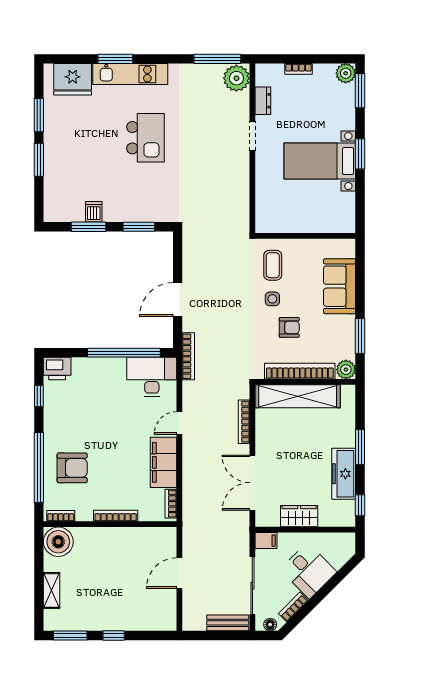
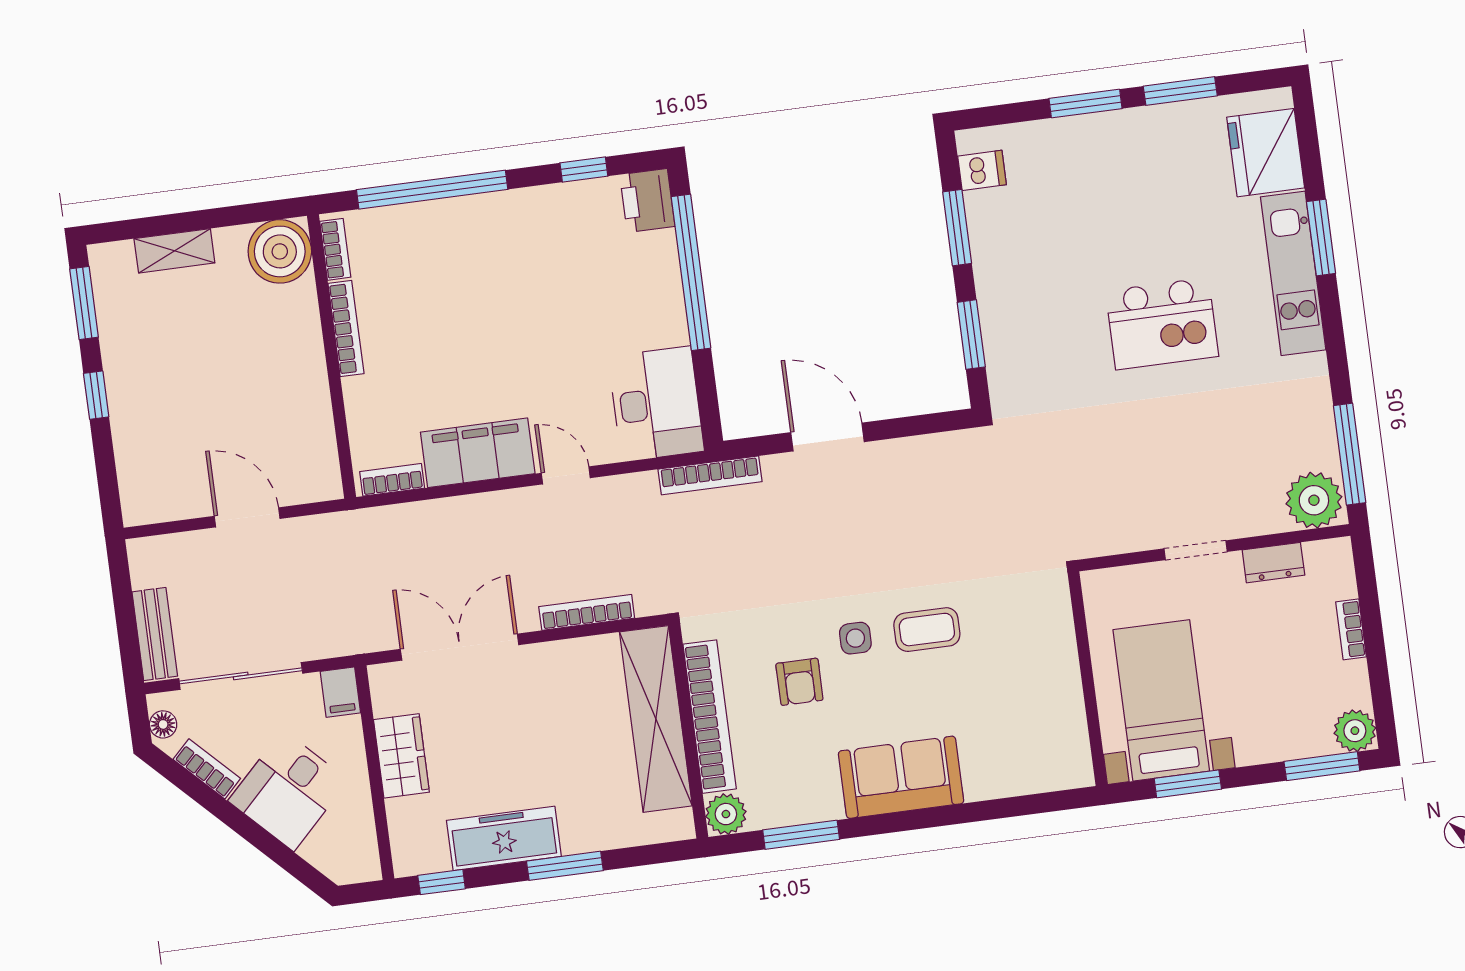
dishwasher: (94, 212) -> (982, 170), moved
wall: (305, 236) -> (1087, 679), moved
window: (124, 353) -> (691, 272), moved
armchair: (72, 468) -> (441, 260), removed
bookcase: (116, 516) -> (346, 328), moved

